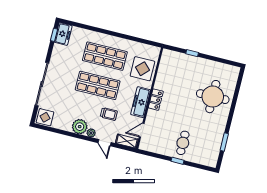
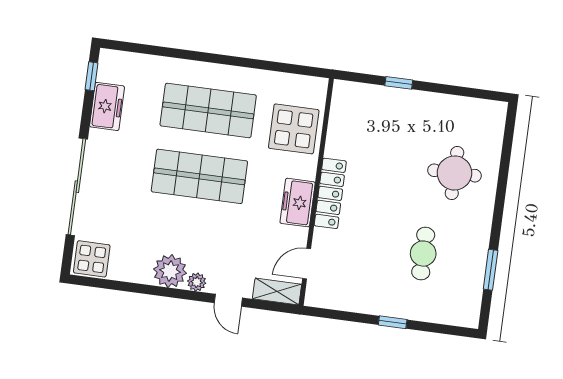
freezer: (63, 34) -> (107, 106), moved
round table: (213, 97) -> (454, 173), width x0.73, depth x0.73
locker: (156, 100) -> (330, 193), width x1.53
freezer: (141, 102) -> (298, 203), width x0.71
trolley: (109, 114) -> (231, 236), removed
cafe table: (183, 143) -> (423, 254), moved

